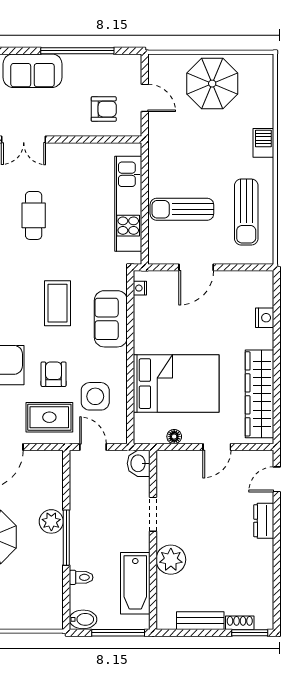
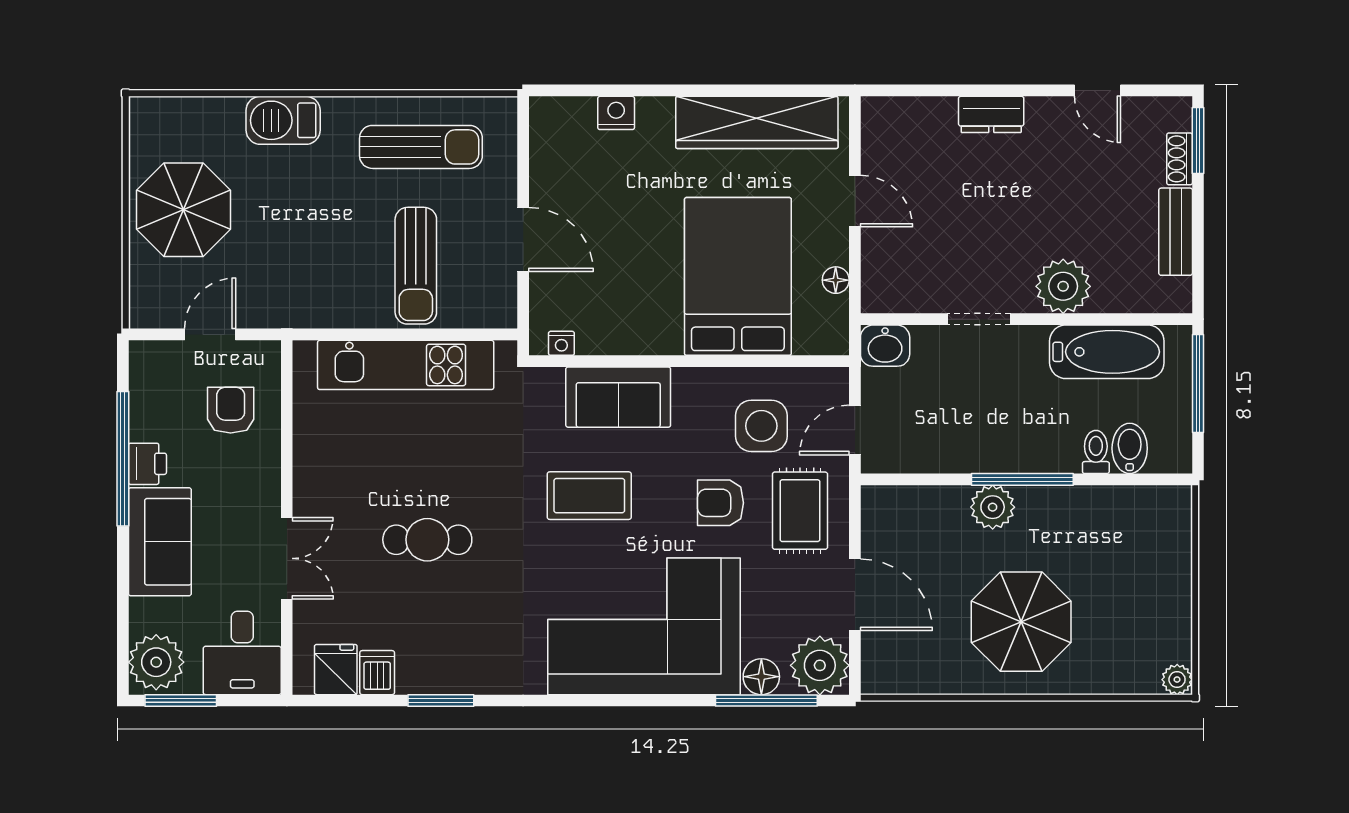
printer: (75, 64) -> (147, 464), added
barbecue: (263, 143) -> (283, 120), width x1.38, depth x1.27
door: (277, 479) -> (1097, 90), moved
bidet: (83, 619) -> (1130, 448), moved

